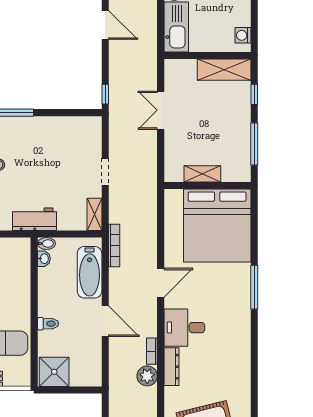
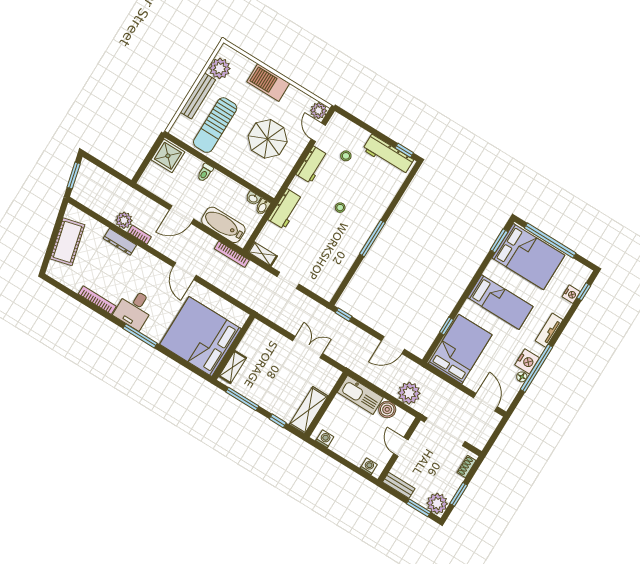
shelving: (202, 174) -> (233, 367), moved
desk: (184, 328) -> (134, 309), moved, turned 180
bookcase: (245, 353) -> (97, 300), added

